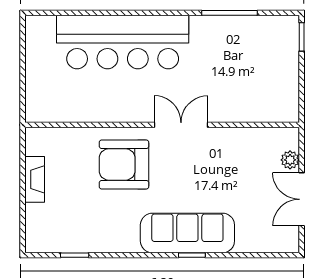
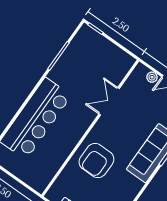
double door: (181, 125) -> (109, 101), moved

